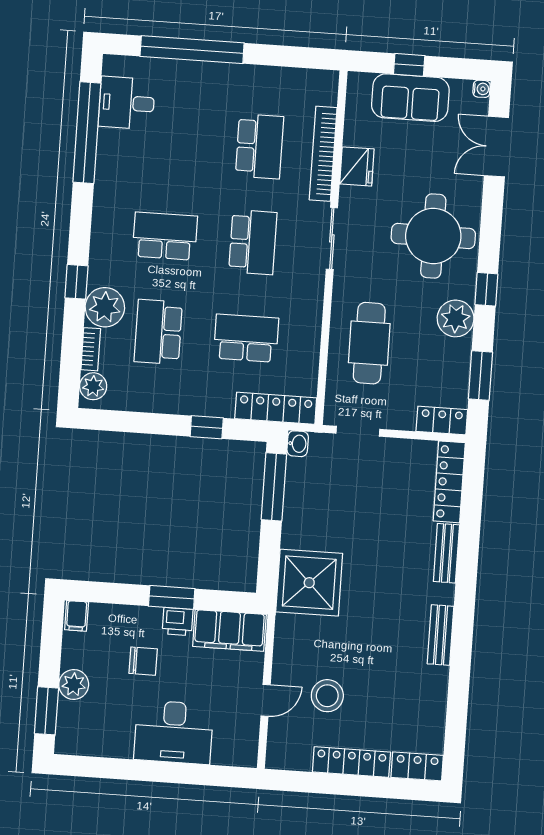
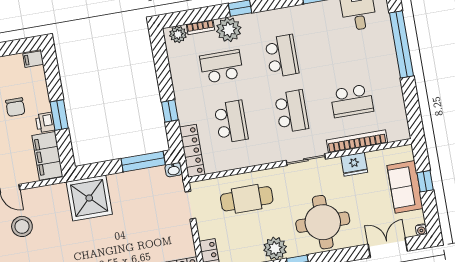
school desk: (253, 242) -> (291, 111), turned -90

